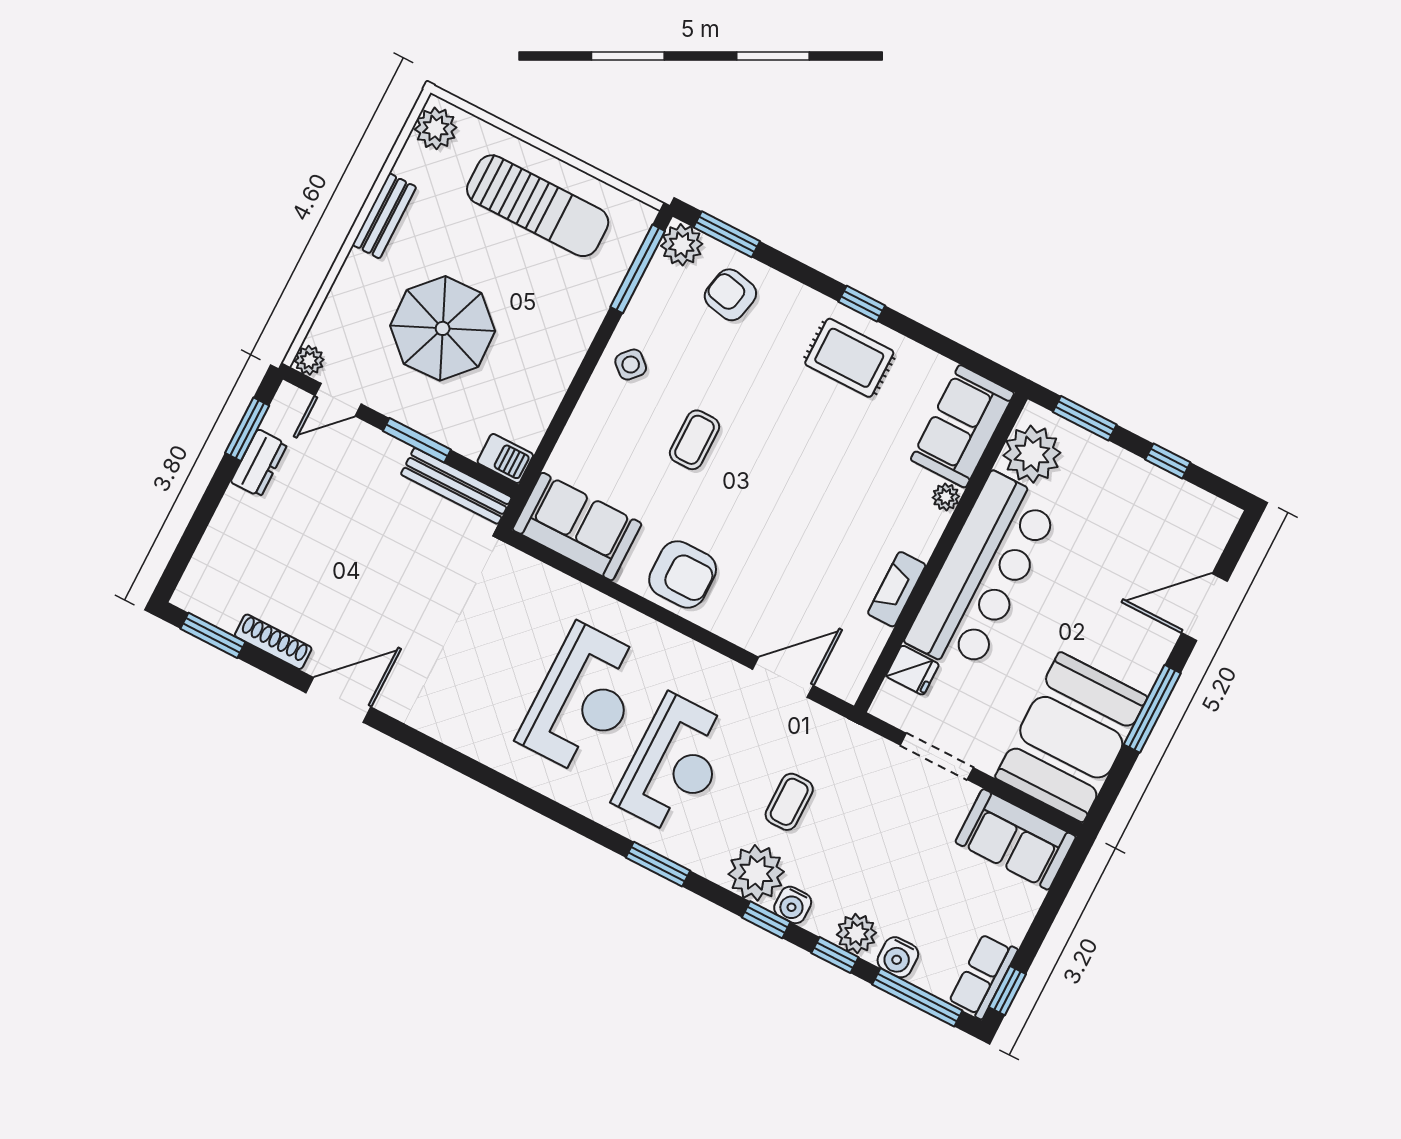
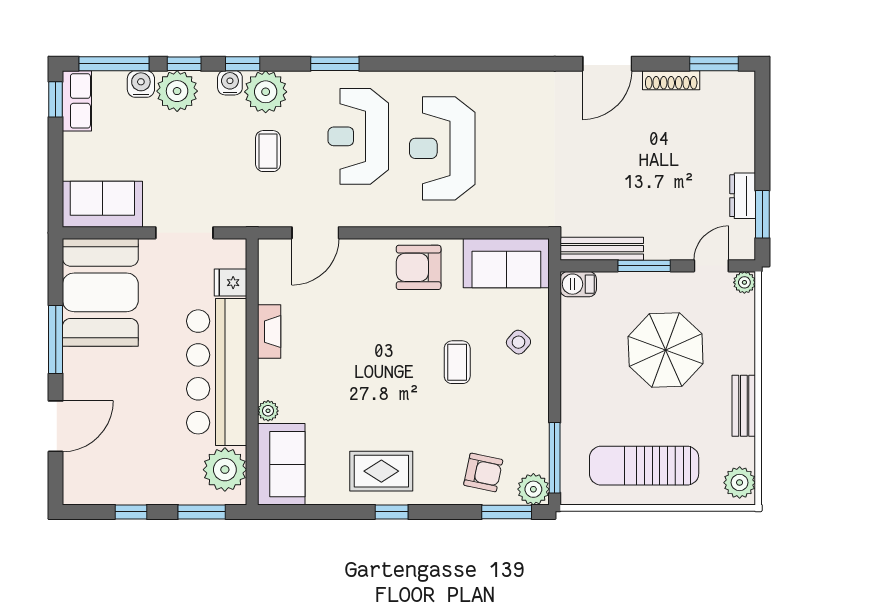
side table: (631, 365) -> (518, 342), moved
plant: (856, 934) -> (177, 91), width x1.36, depth x1.36

